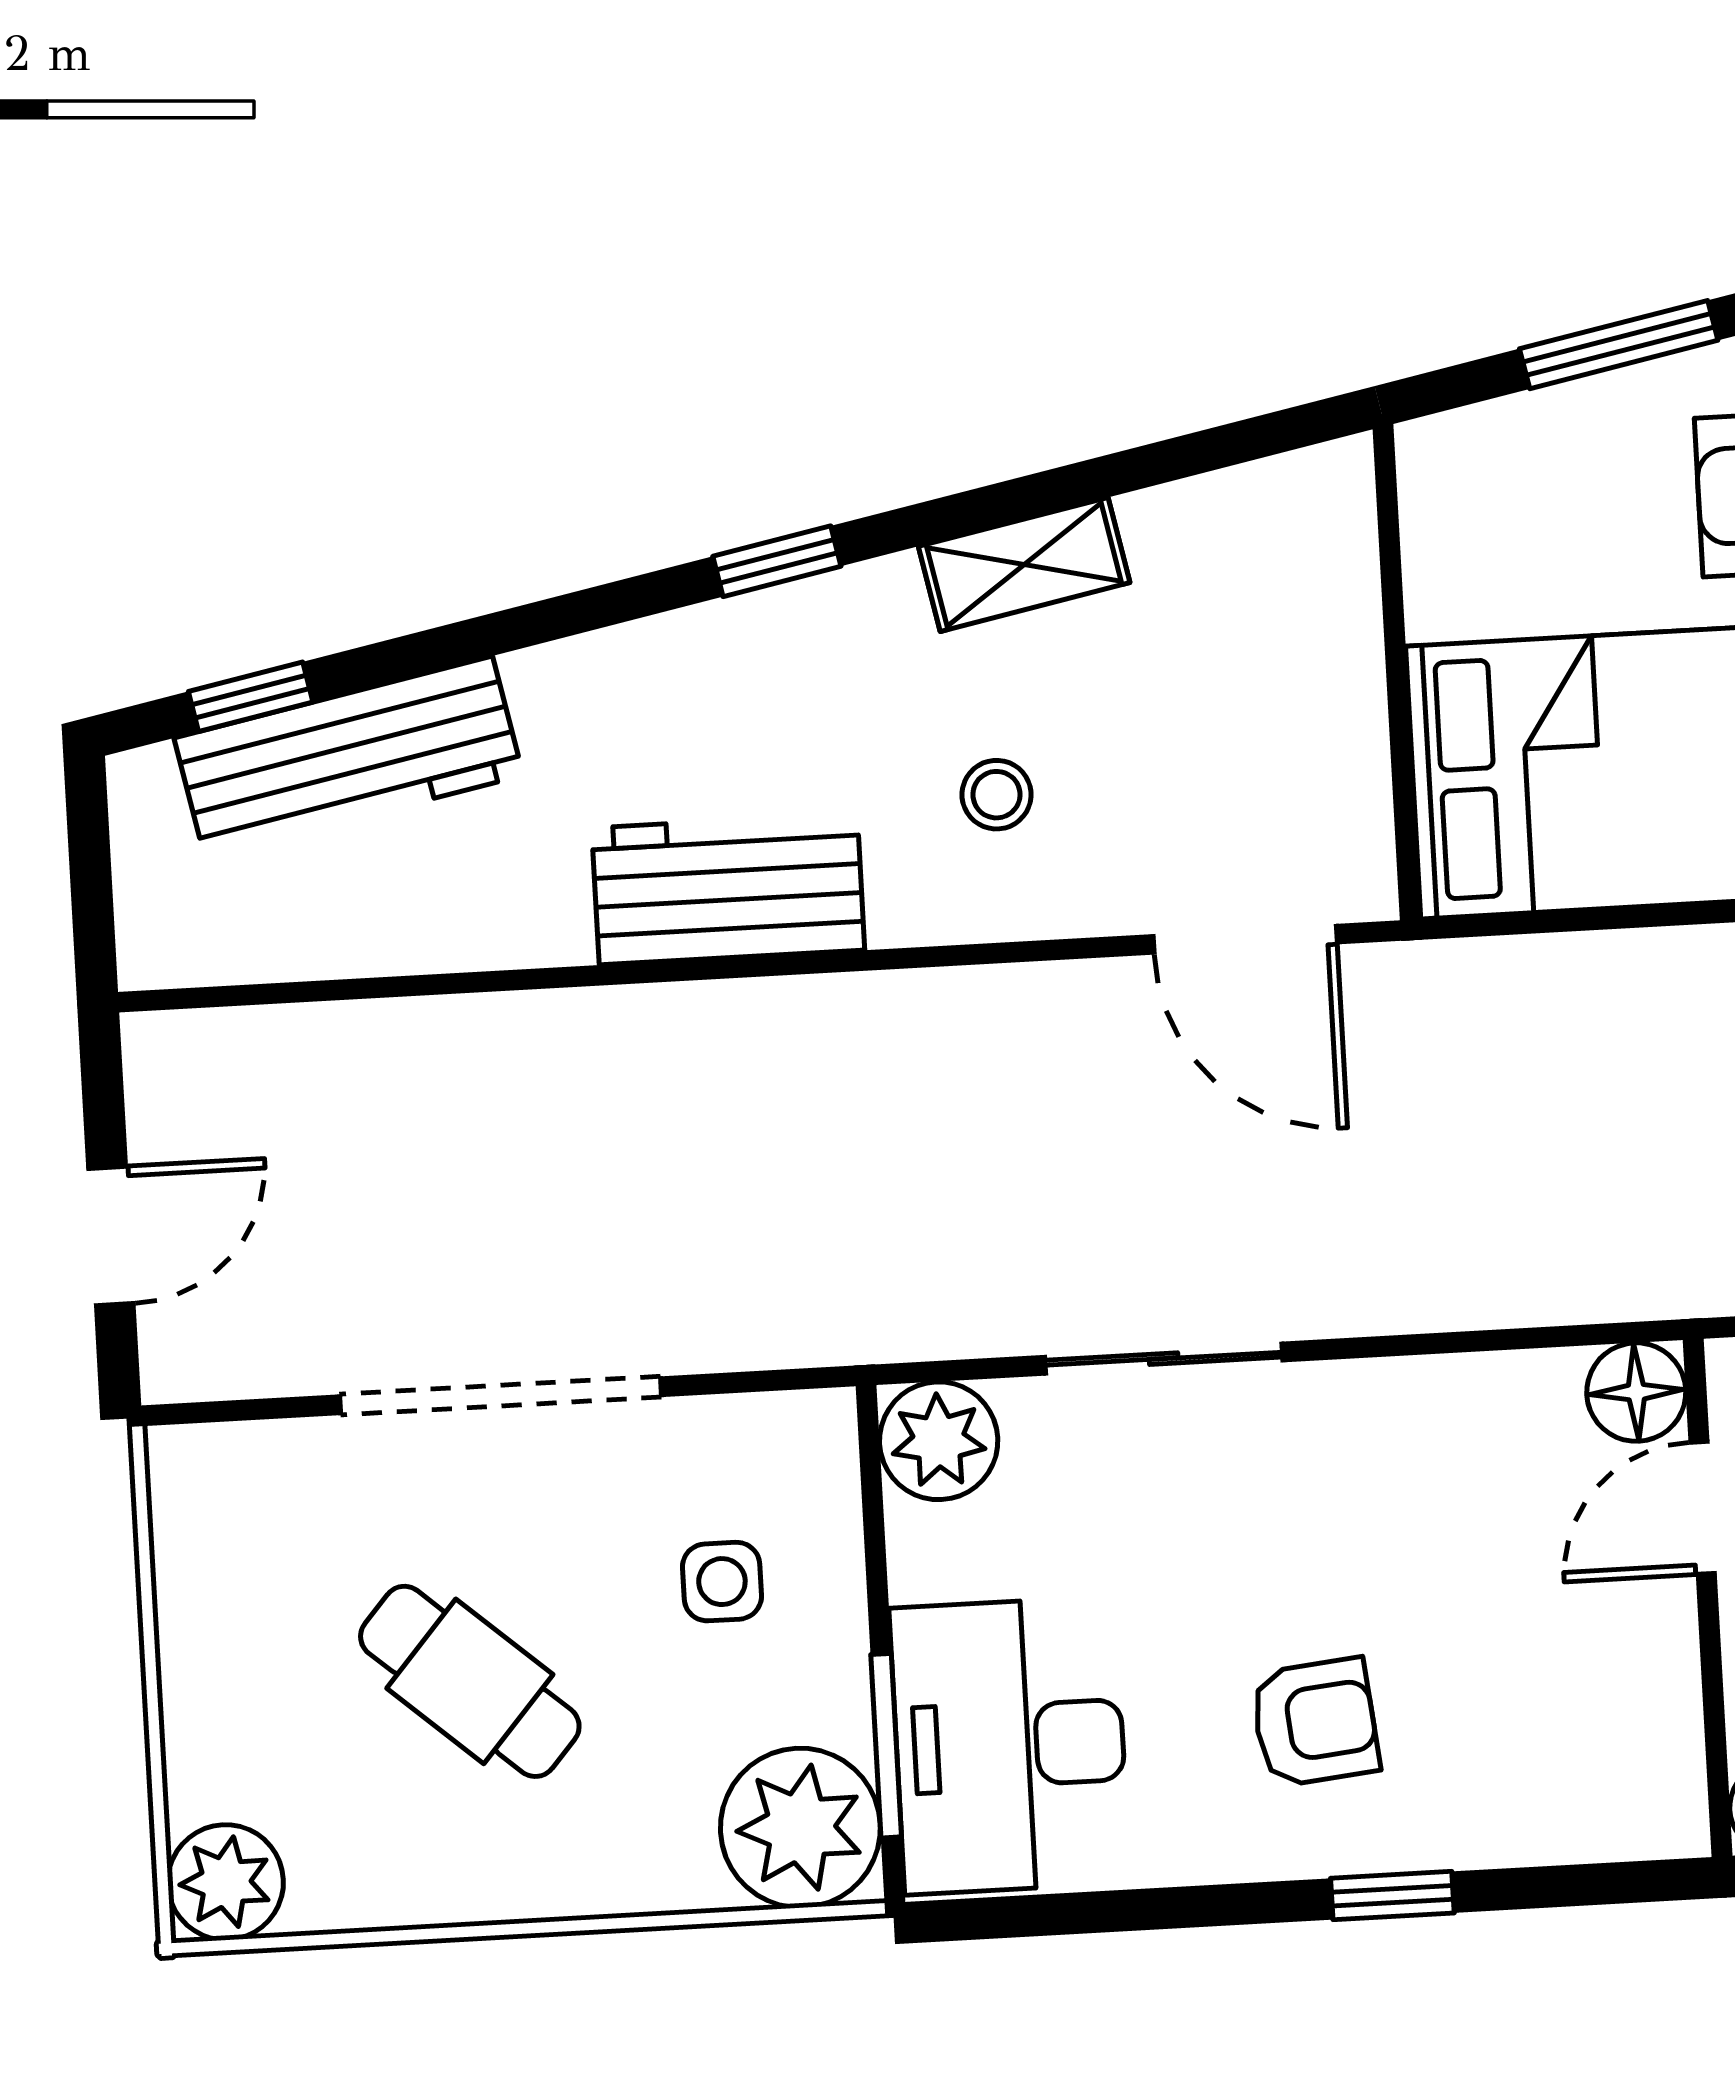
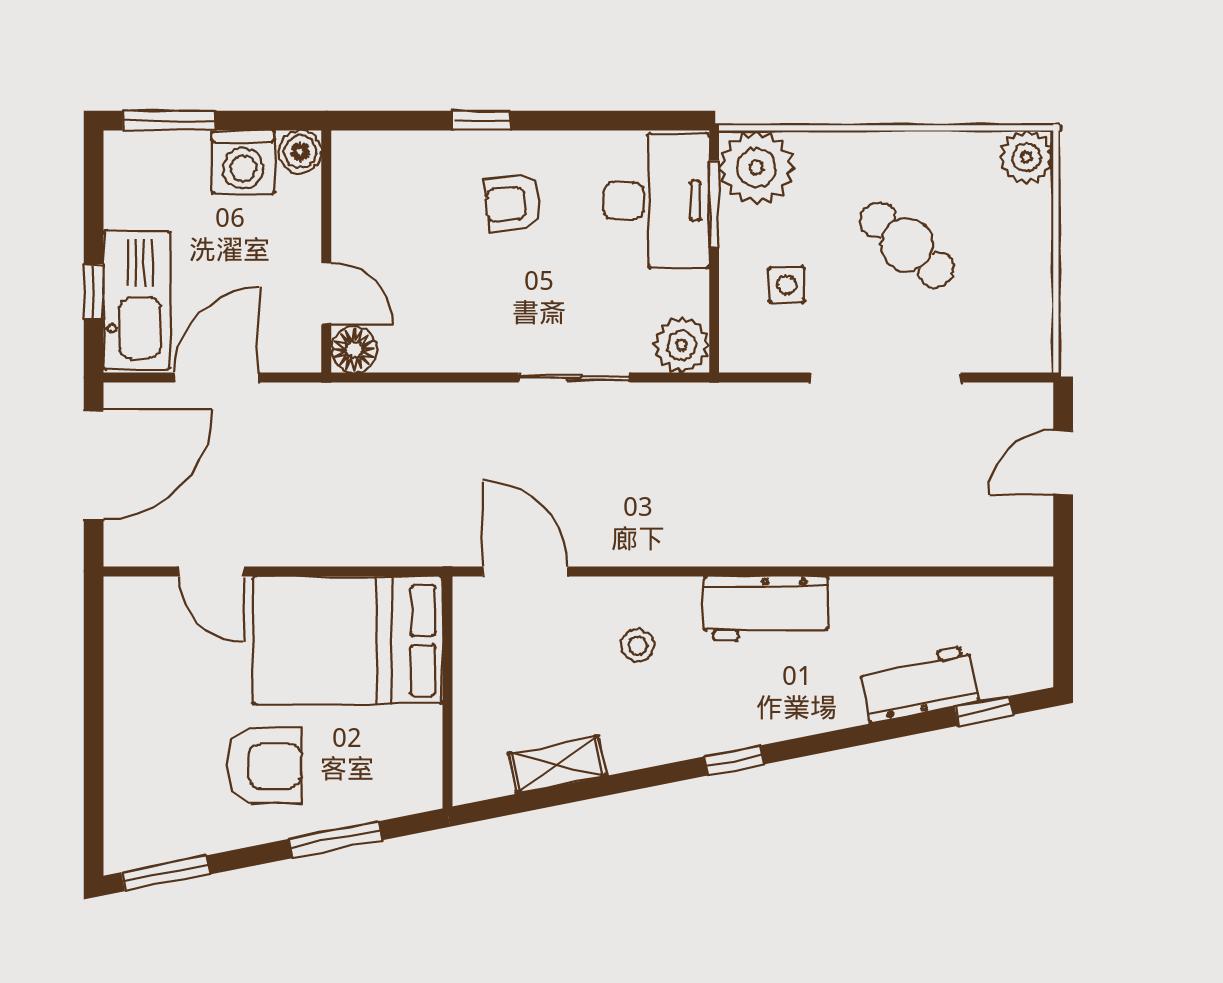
shelving: (1024, 564) -> (557, 765), moved
workbench: (349, 757) -> (919, 684), width x0.73
door: (1703, 1508) -> (326, 294), hinge flipped

